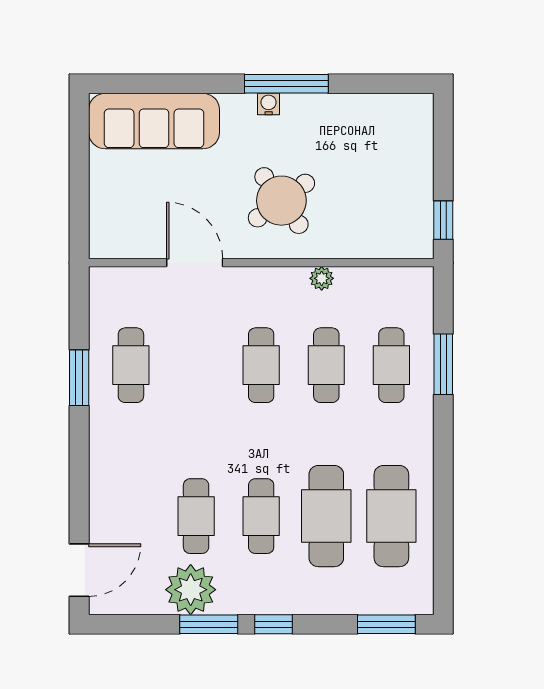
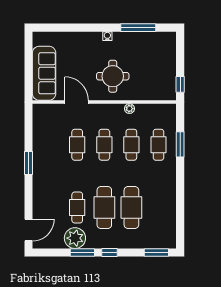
window: (286, 84) -> (138, 28), moved
sofa: (154, 121) -> (44, 73), moved, turned -90
round table: (281, 201) -> (113, 76), turned 36
cafe table: (131, 365) -> (77, 145), moved
window: (79, 378) -> (29, 163), moved
cafe table: (261, 516) -> (104, 208), width x1.37, depth x1.35
cafe table: (391, 516) -> (159, 208), removed

